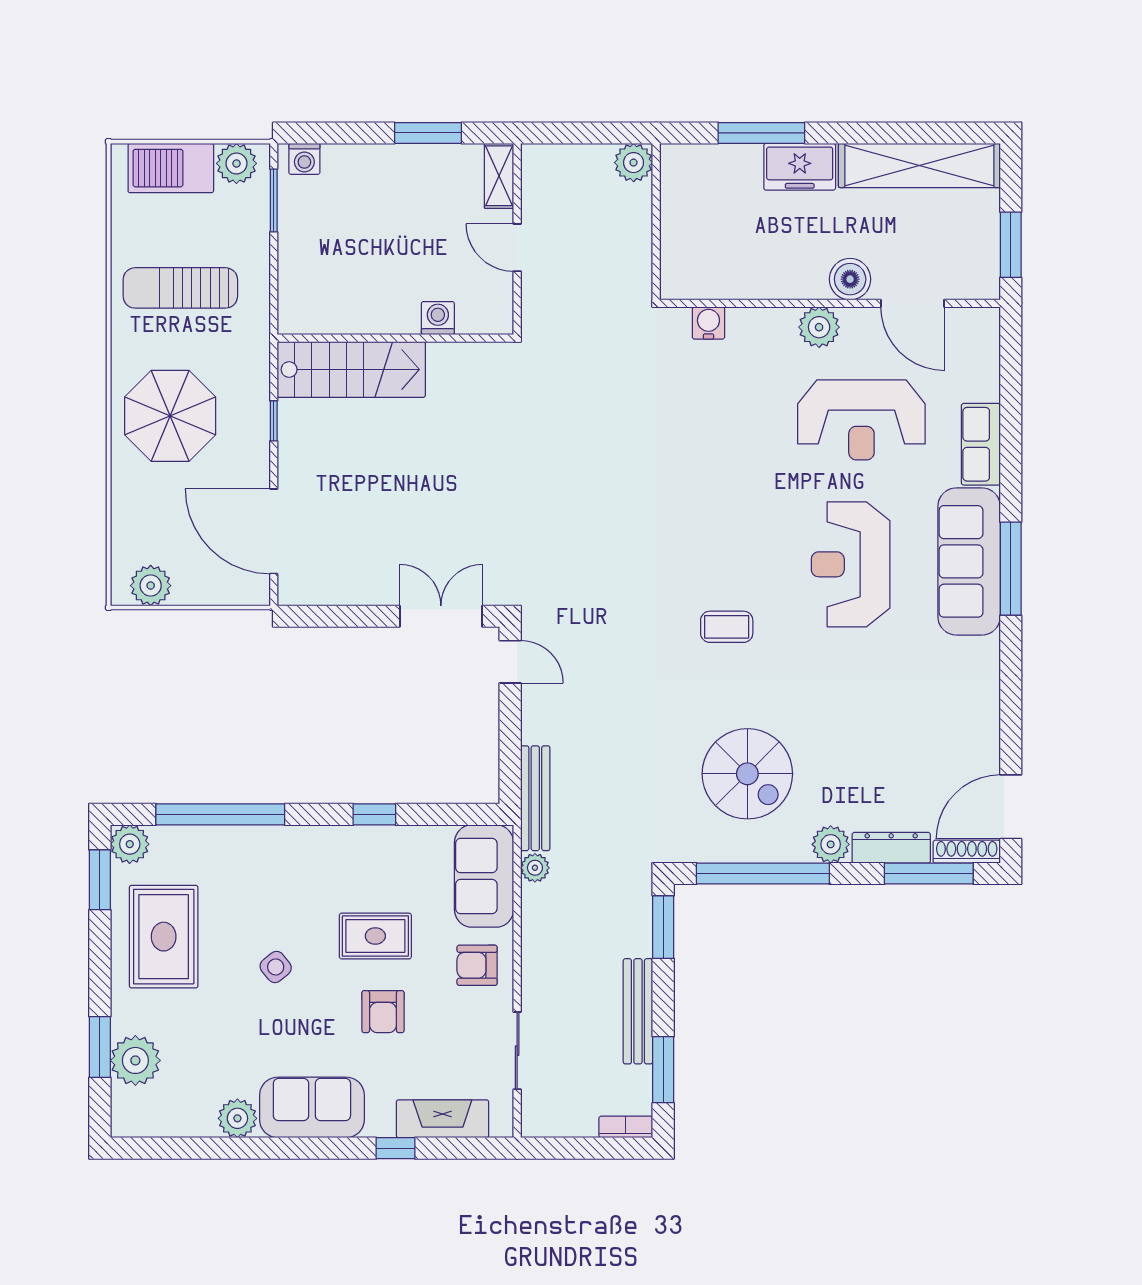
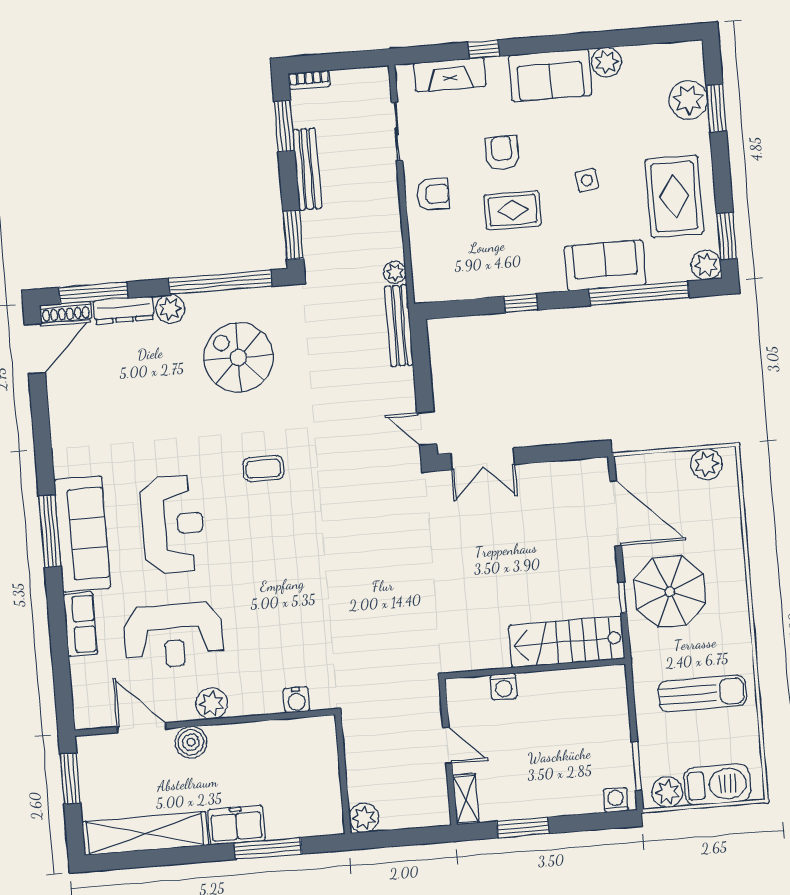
parasol: (170, 416) -> (670, 592), moved
reception desk: (861, 420) -> (173, 635), turned 180
sofa: (484, 876) -> (605, 265), moved, turned -90
side table: (276, 967) -> (587, 180), turned 32

